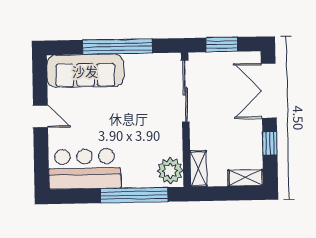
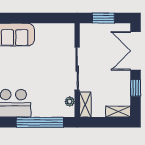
window: (117, 47) -> (30, 18), removed
sliding door: (185, 91) -> (77, 69), moved
plant: (170, 171) -> (70, 101), width x0.53, depth x0.53

